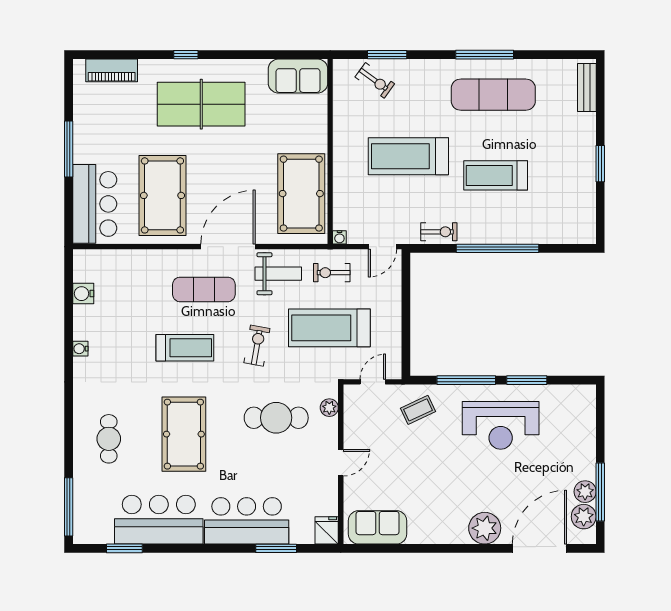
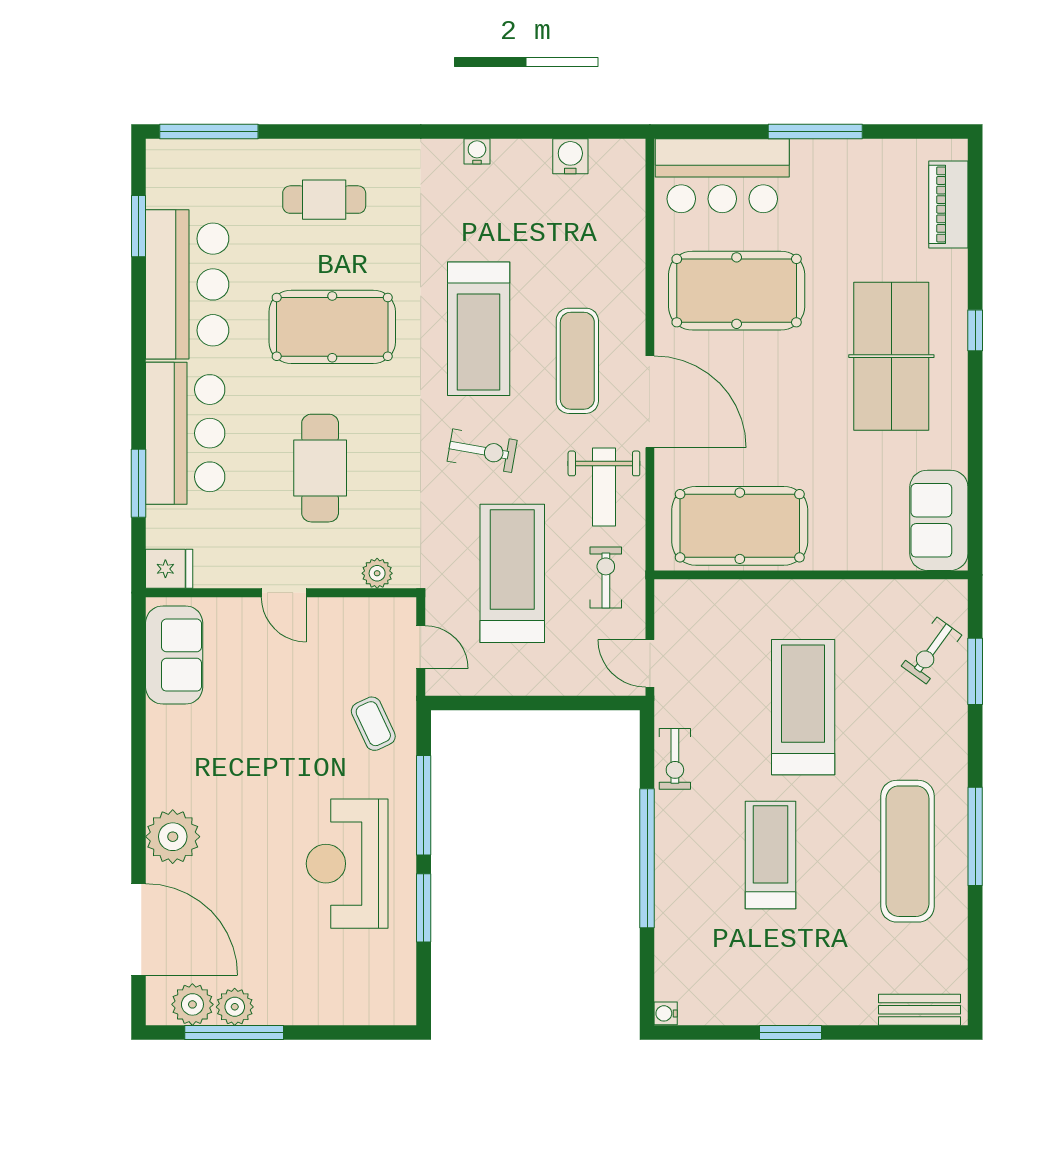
water cooler: (339, 237) -> (666, 1013), moved
treadmill: (185, 348) -> (479, 329), width x1.37, depth x1.38
cafe table: (276, 418) -> (320, 468), moved

